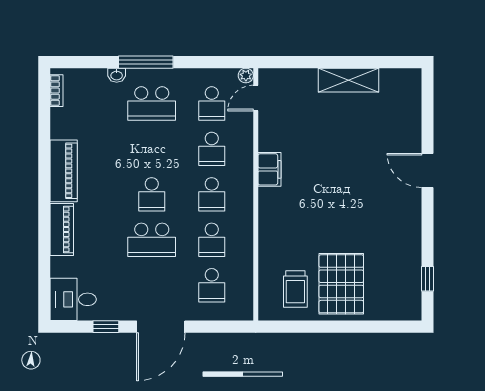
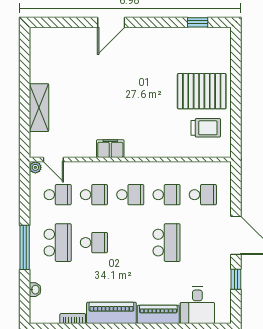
washbasin: (117, 75) -> (35, 290), moved
shelving: (349, 80) -> (39, 108), moved
bookcase: (57, 91) -> (73, 319), moved
school desk: (152, 194) -> (94, 243), moved
desk: (73, 299) -> (197, 305), moved

